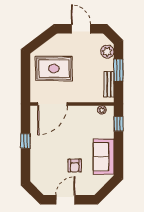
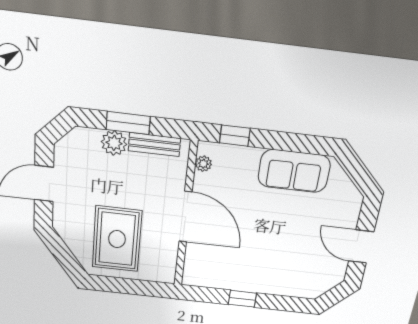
plant: (107, 52) -> (114, 143), moved
door: (52, 104) -> (186, 217), moved
armchair: (75, 166) -> (301, 224), removed

